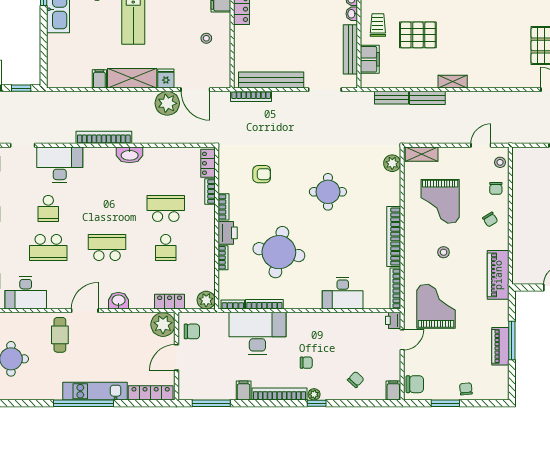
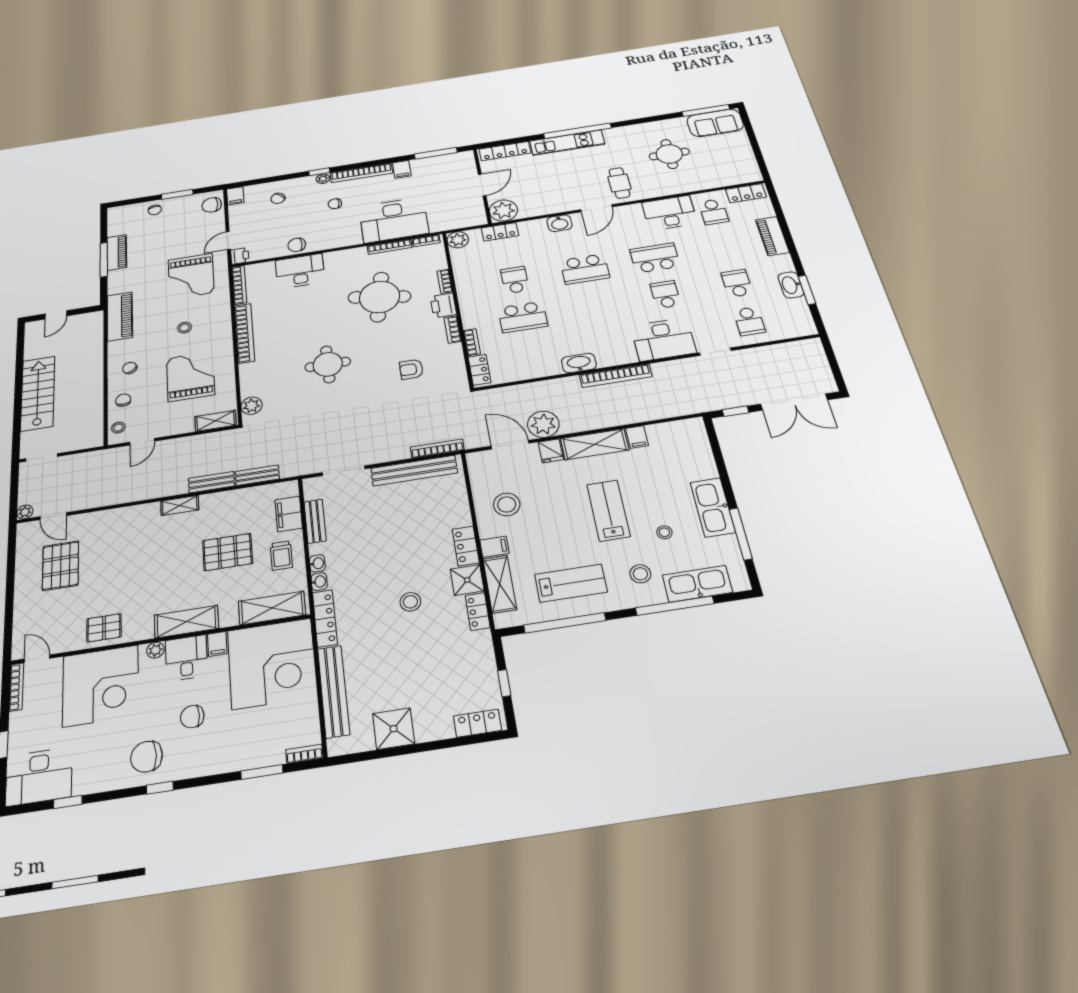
stool: (206, 38) -> (507, 504), width x1.89, depth x1.89
bench: (350, 49) -> (315, 521), width x0.73
chair: (192, 331) -> (297, 245), moved

